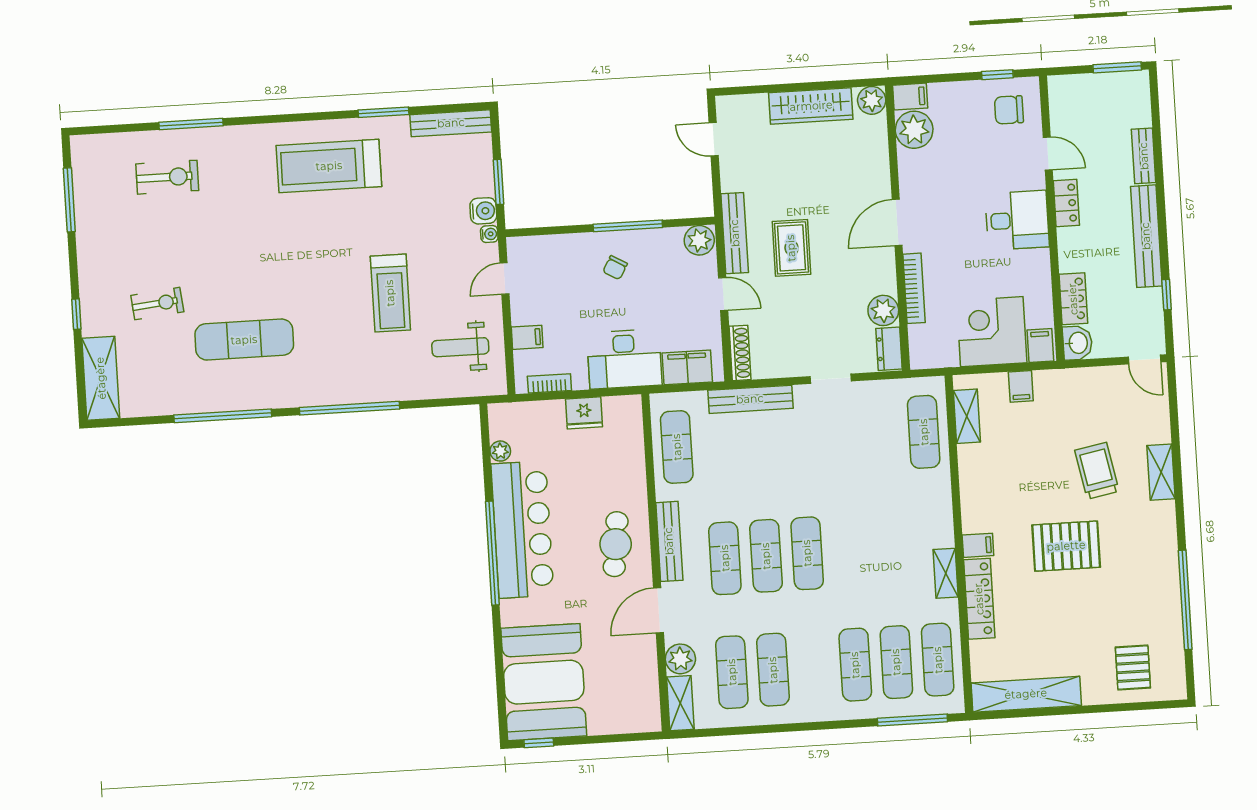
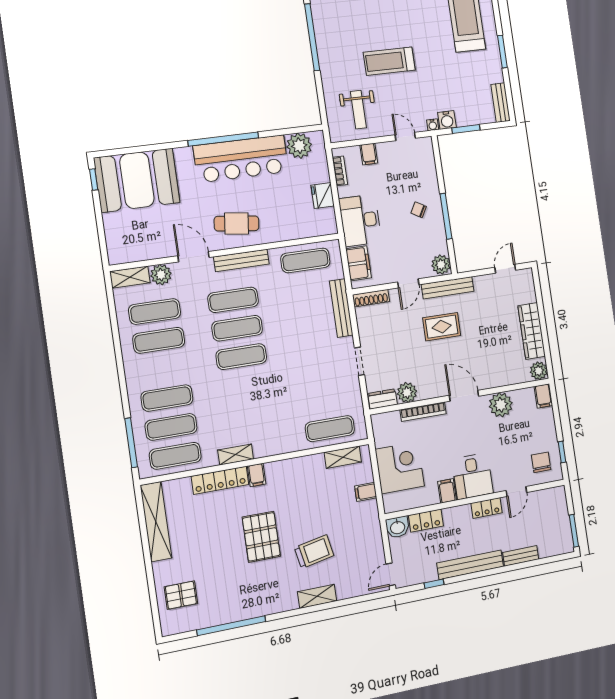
bench: (451, 123) -> (501, 103), width x0.73
plant: (914, 130) -> (501, 405), moved
filing cabinet: (1040, 346) -> (447, 491), moved, turned -90
weight bench: (460, 347) -> (358, 110), turned 180
plant: (500, 451) -> (299, 146), width x1.88, depth x1.88

